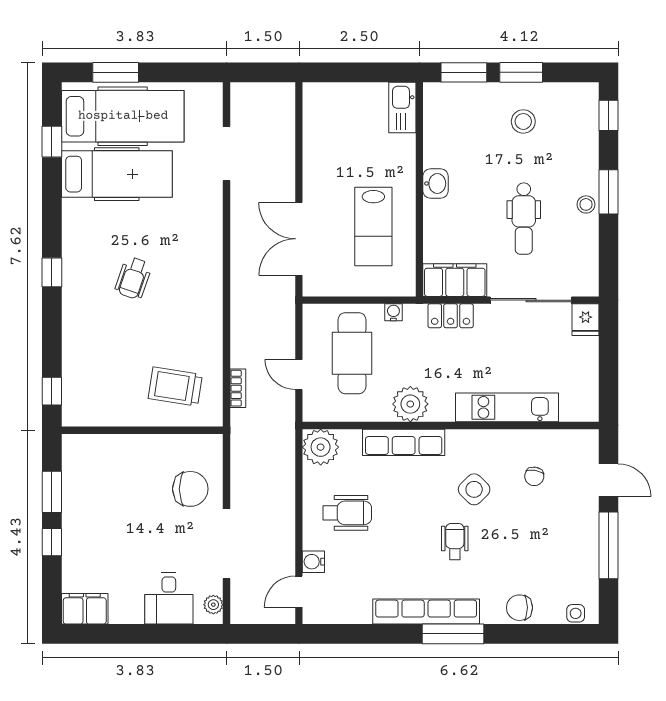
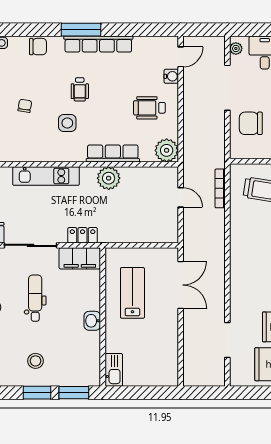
water cooler: (393, 312) -> (119, 238), removed
cafe table: (352, 353) -> (146, 211), removed
bookcase: (238, 388) -> (220, 188), width x1.56
chair: (534, 476) -> (25, 106), moved
side table: (474, 489) -> (67, 123), turned 45

